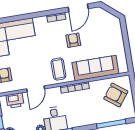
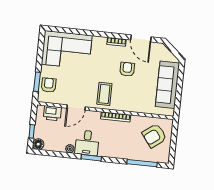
door: (78, 8) -> (141, 38), hinge flipped
sofa: (95, 68) -> (167, 85), moved, turned -90
armchair: (116, 95) -> (154, 136), turned -74

